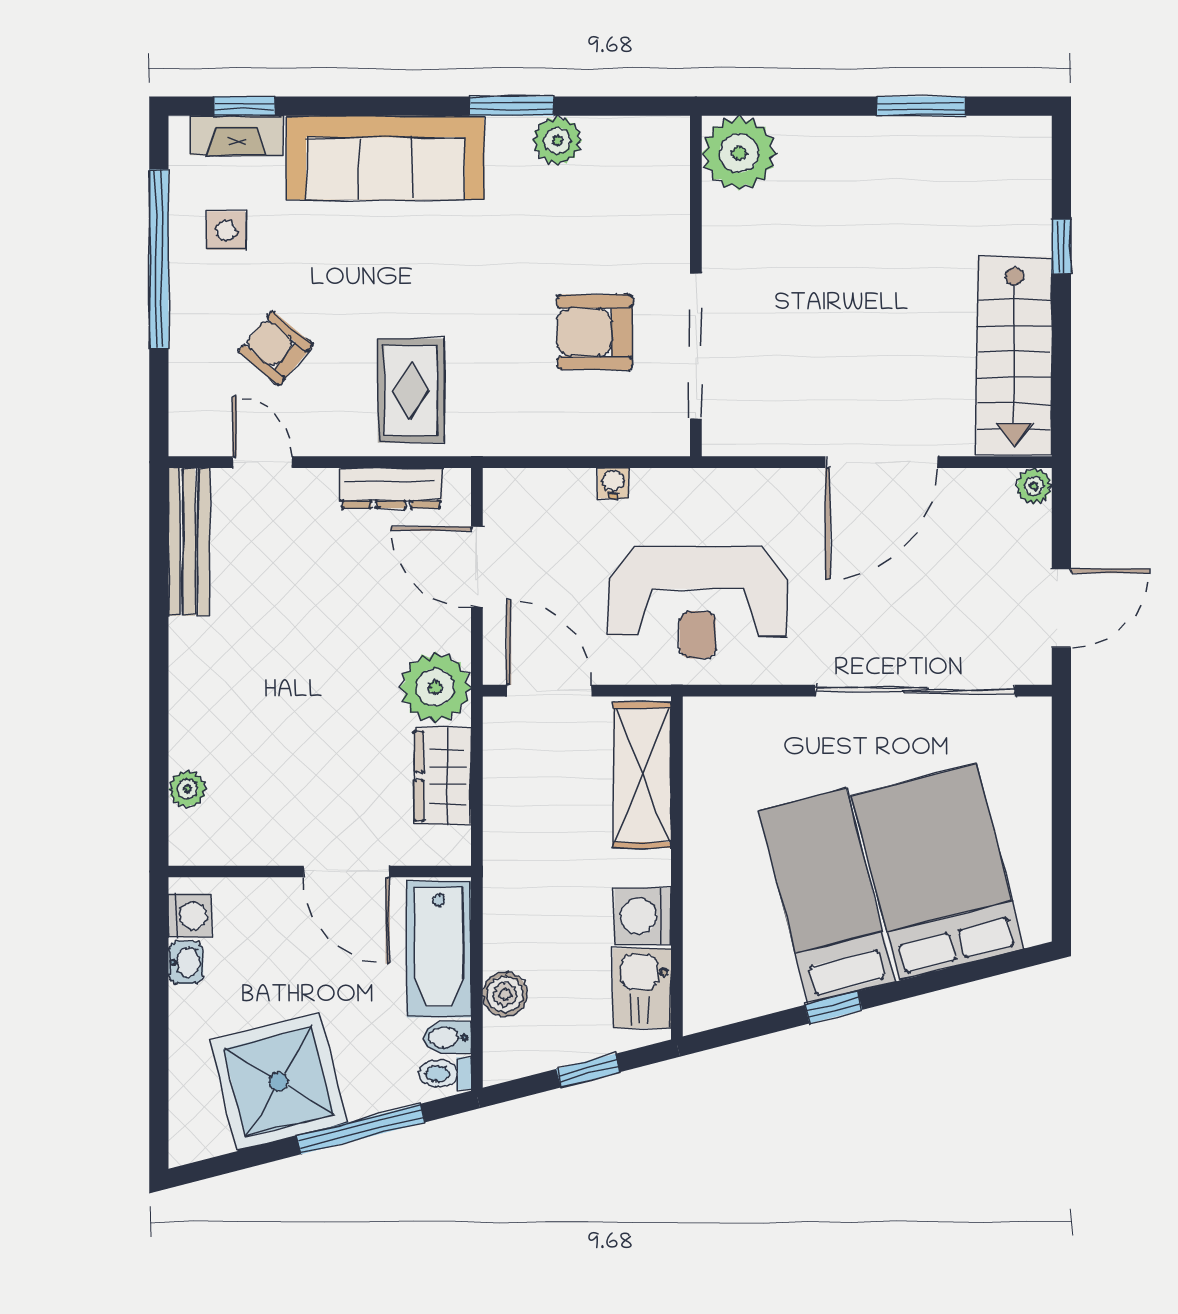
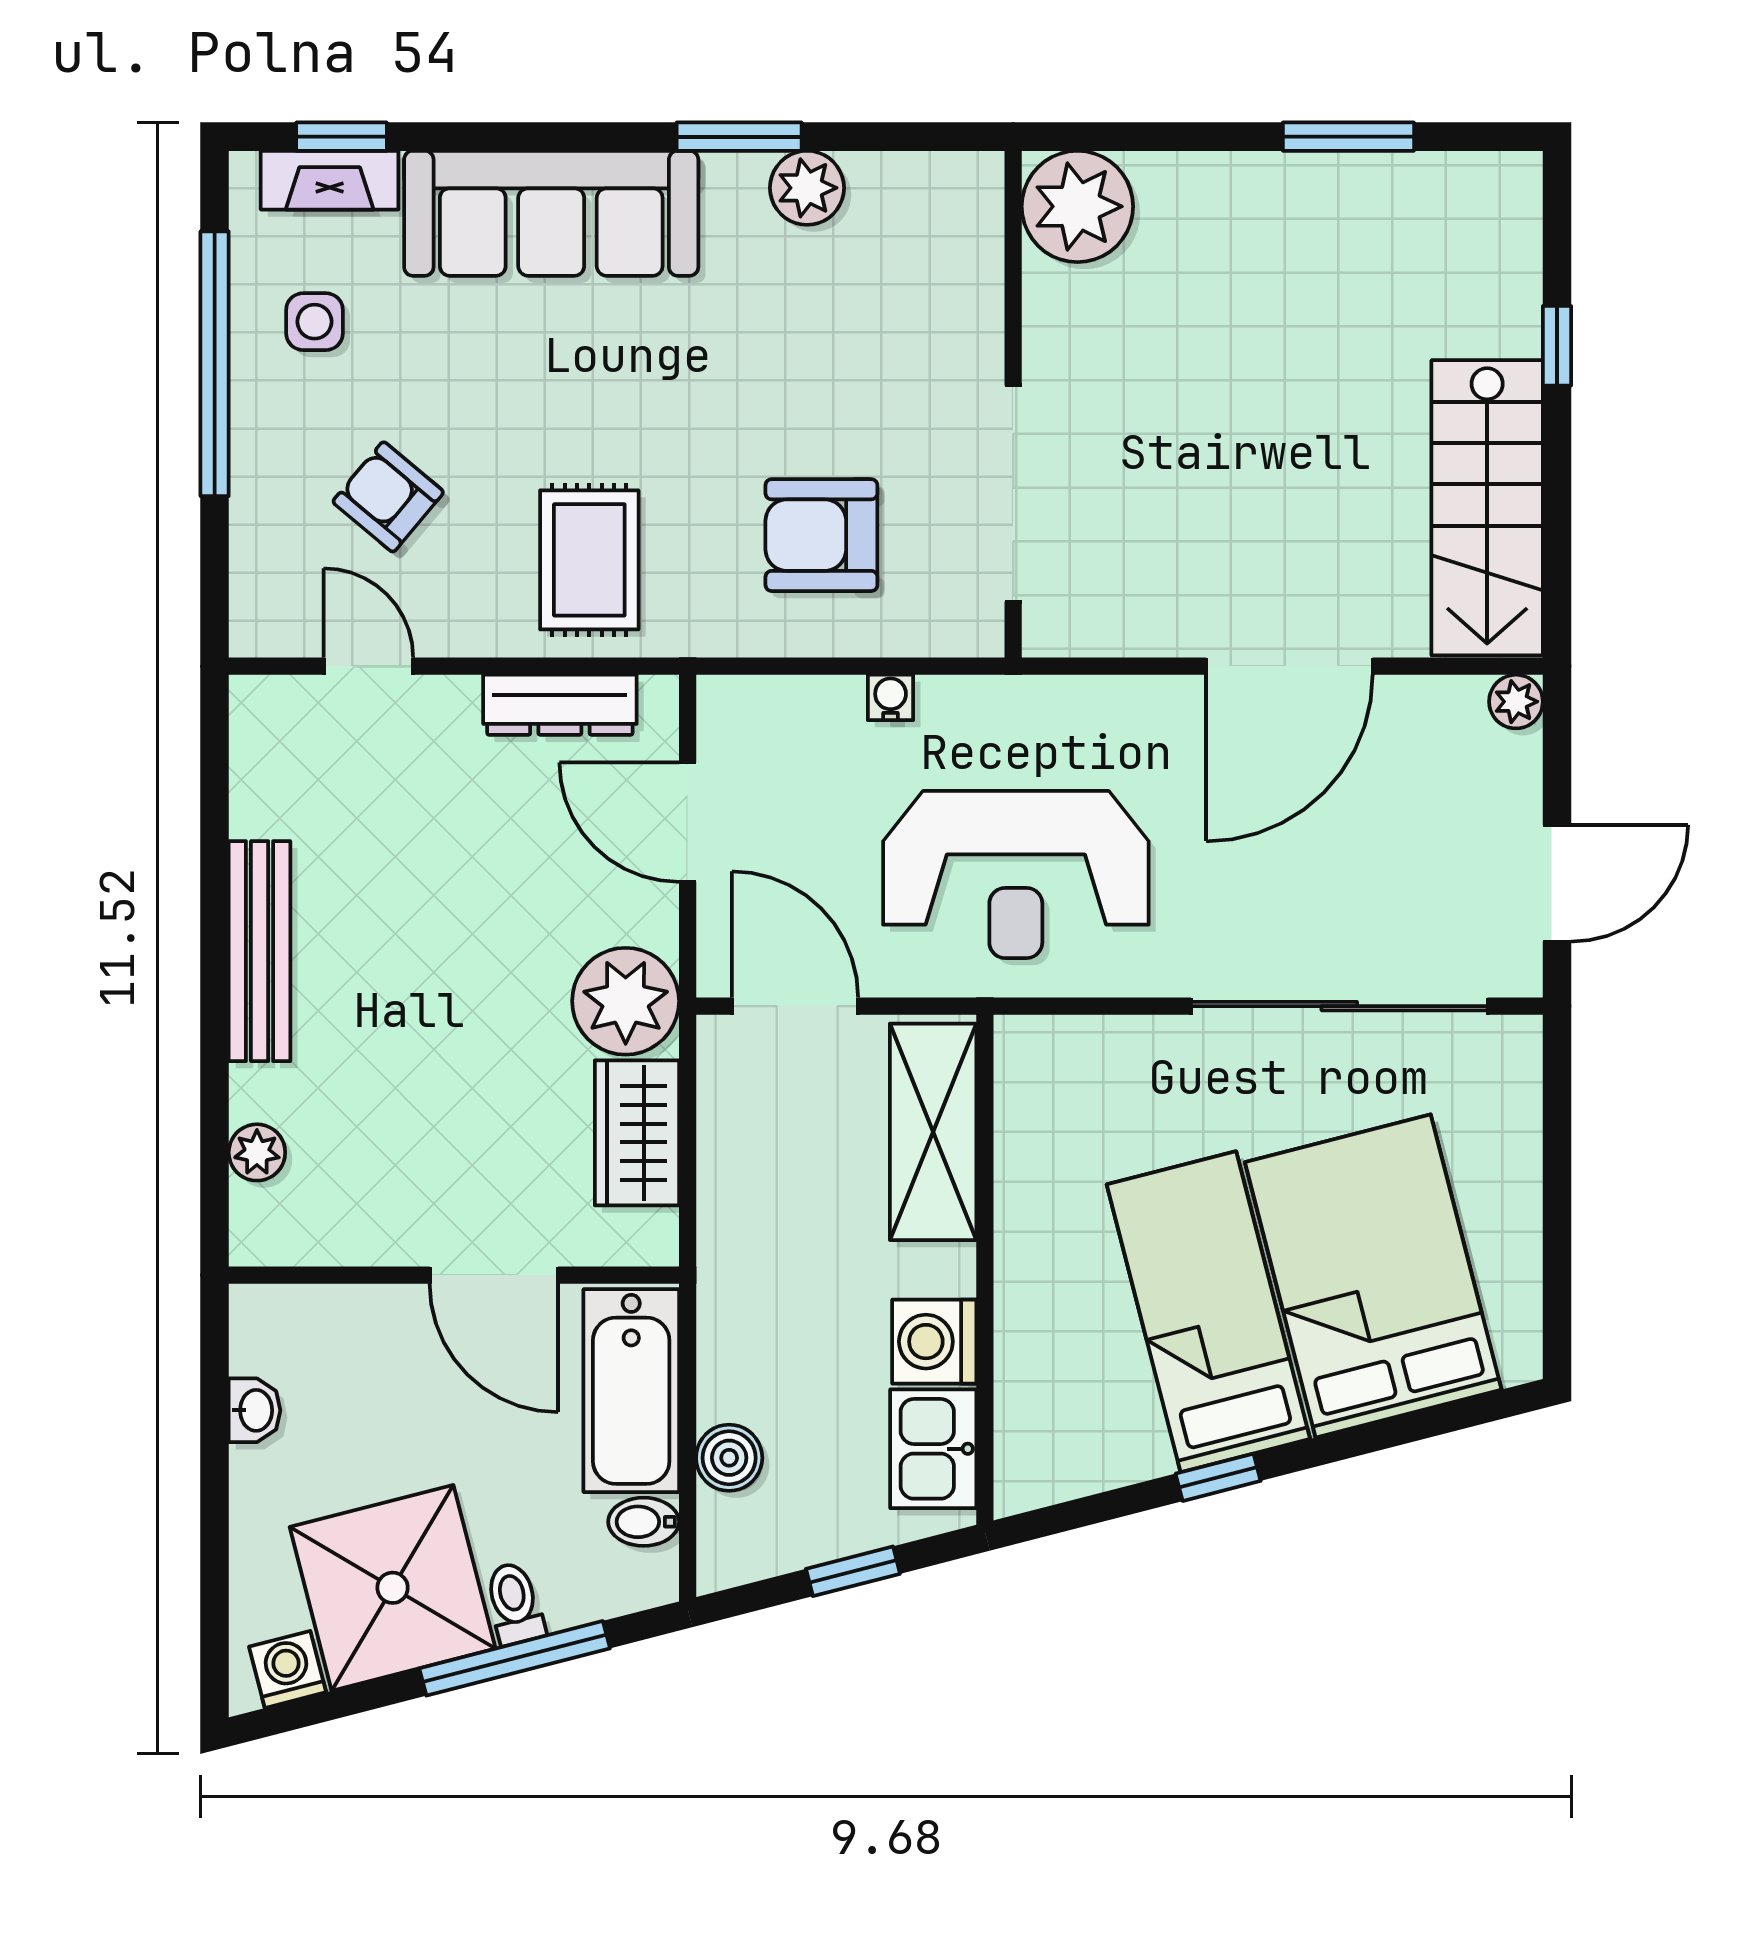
armchair: (595, 332) -> (821, 535), moved
bench: (189, 542) -> (260, 951), moved
washing machine: (190, 916) -> (288, 1669), moved, turned -104
toilet: (445, 1073) -> (515, 1603), moved, turned 76

